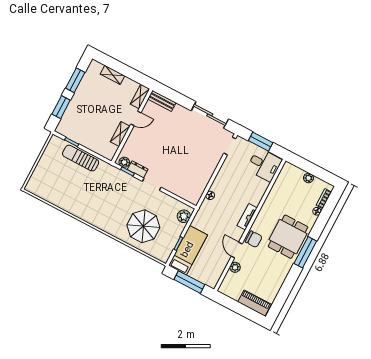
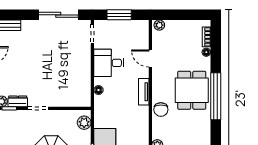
desk: (264, 165) -> (109, 63), moved, turned 180
plant: (309, 178) -> (159, 25), moved
chair: (254, 239) -> (161, 110), turned 90
door: (237, 250) -> (150, 59), moved
window: (305, 252) -> (216, 96), width x1.46

